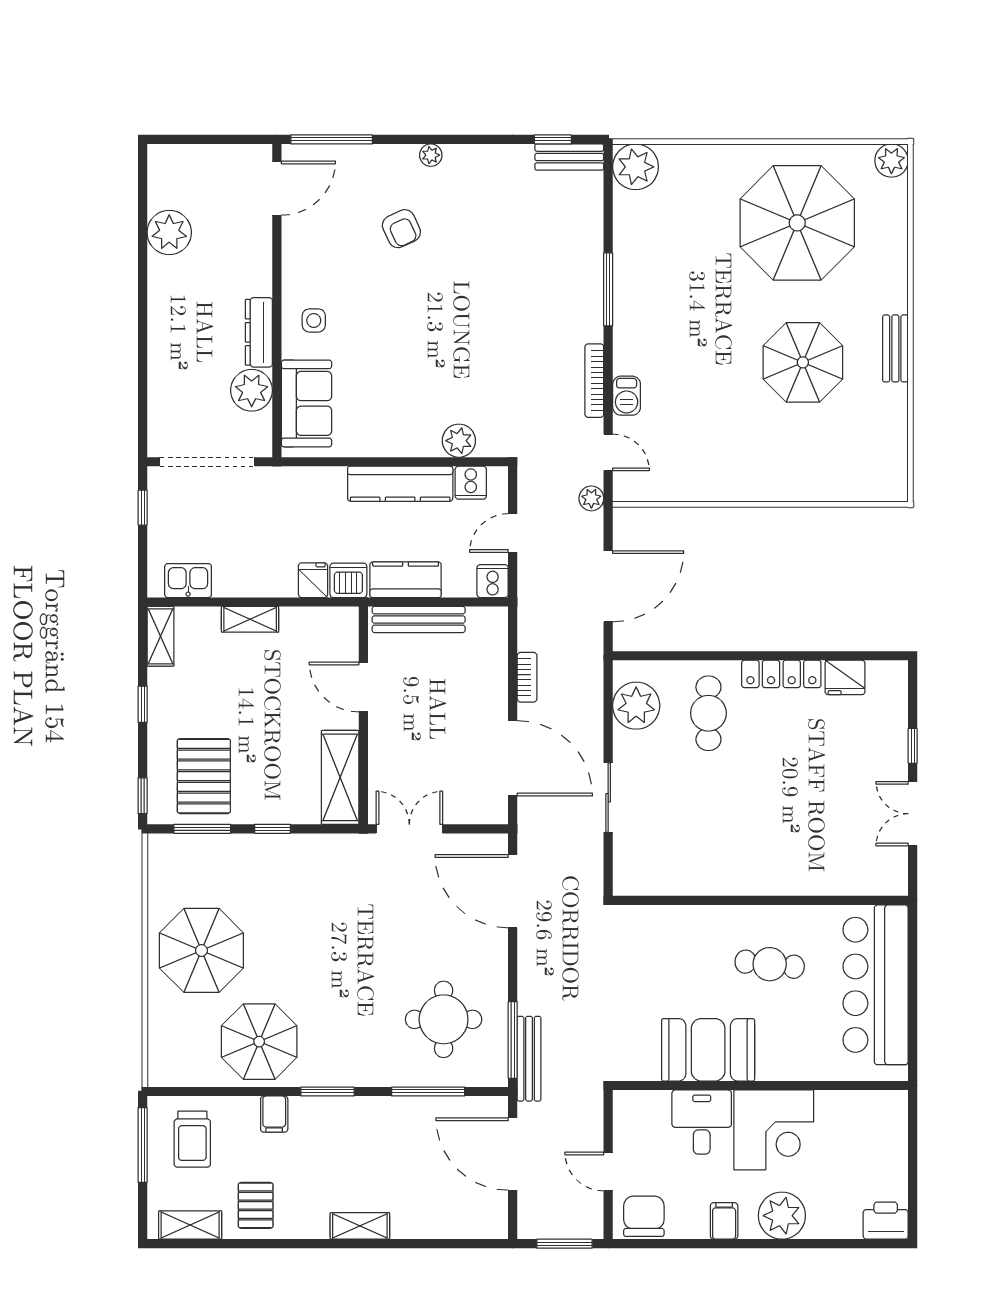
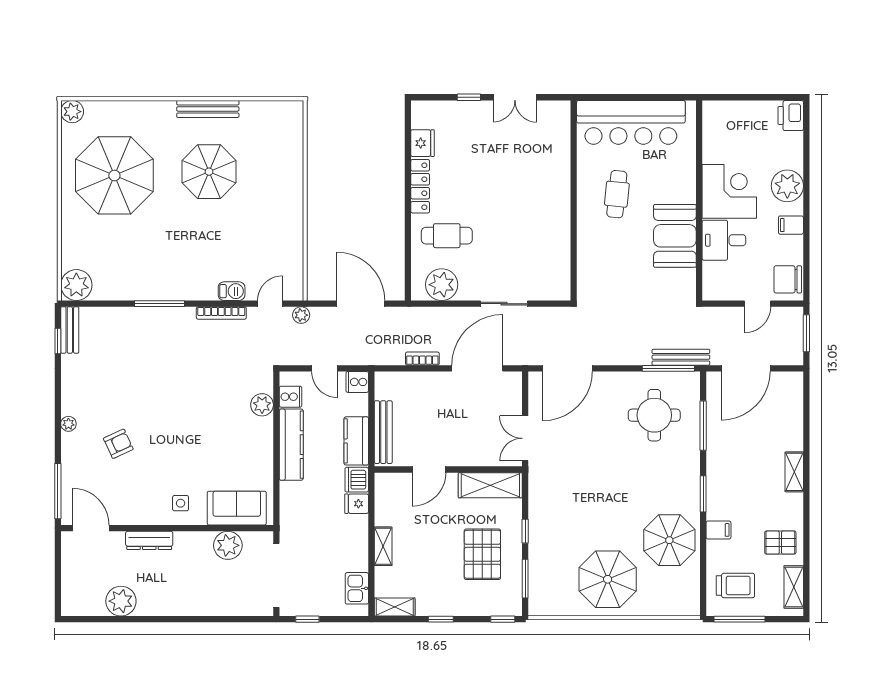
dresser: (259, 332) -> (149, 540), moved
bench: (895, 348) -> (208, 109), width x1.36
pallet: (204, 776) -> (482, 554), moved, turned 90

